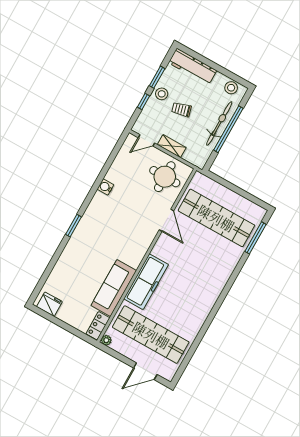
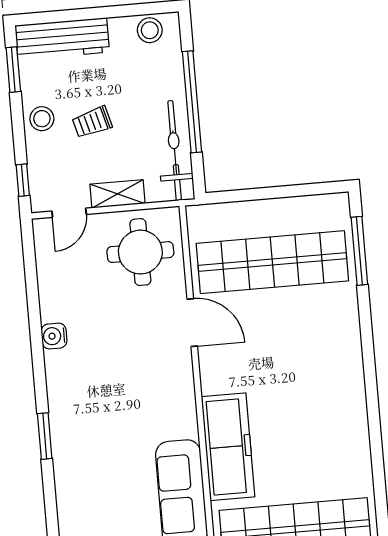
window: (157, 77) -> (13, 70), moved
window: (143, 101) -> (23, 180), moved
bicycle: (219, 123) -> (175, 151), moved

